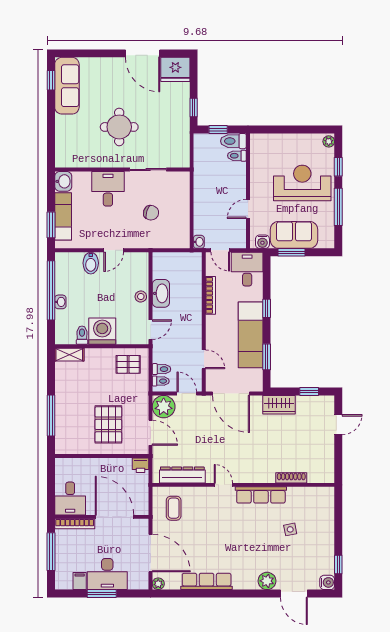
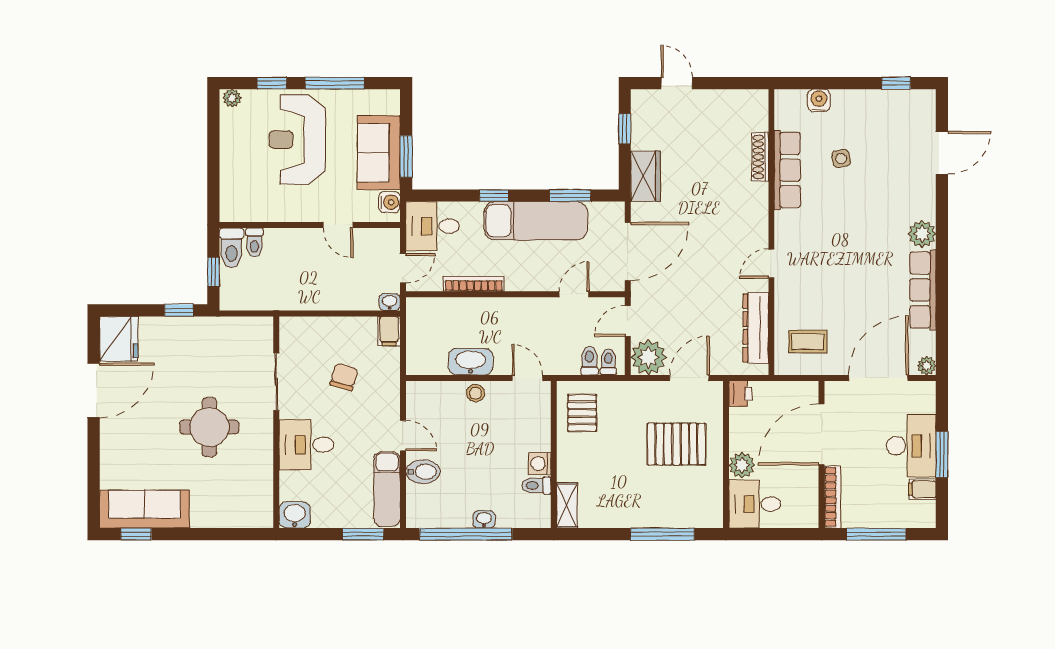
exam couch: (63, 216) -> (387, 489), moved, turned -90
filing cabinet: (180, 241) -> (389, 331), added
washing machine: (102, 331) -> (540, 464), width x0.53, depth x0.53
plant: (95, 466) -> (742, 465), added
row of seats: (261, 495) -> (787, 170), moved
desk: (70, 499) -> (755, 504), moved, turned 180
plant: (267, 581) -> (922, 234), moved
water cooler: (327, 582) -> (819, 100), moved

